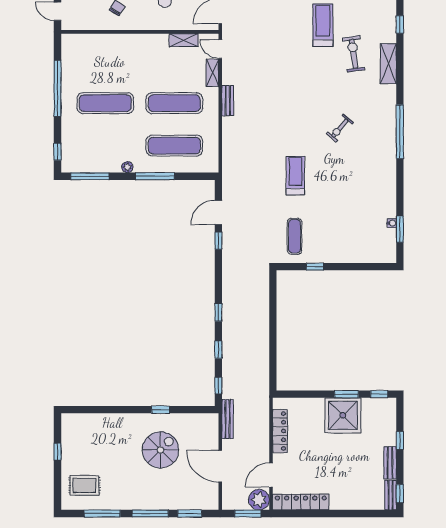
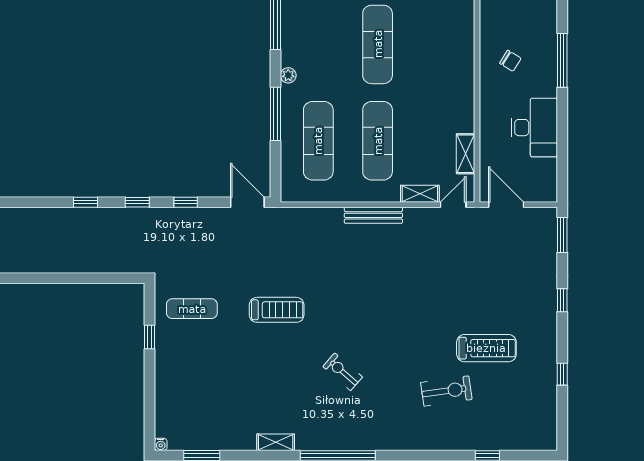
shelving: (388, 64) -> (276, 442), moved, width x0.67, depth x0.75
bench: (228, 101) -> (373, 215), width x1.36
door: (218, 213) -> (247, 202), moved
water cooler: (392, 223) -> (161, 444), moved
window: (218, 350) -> (137, 202), moved

